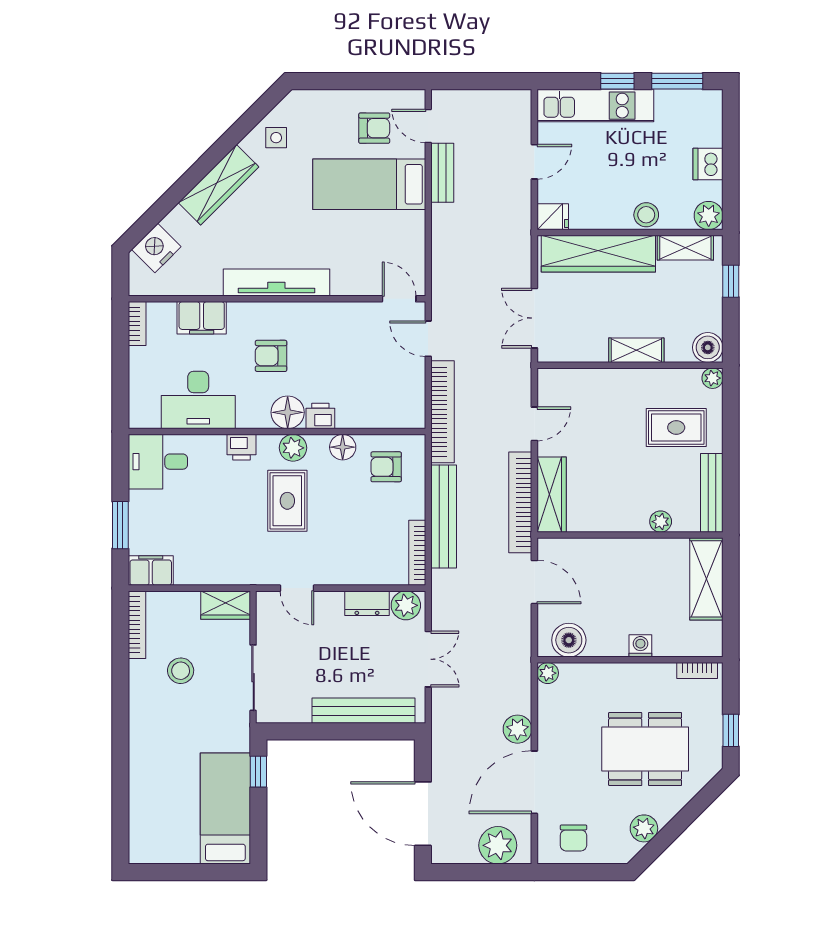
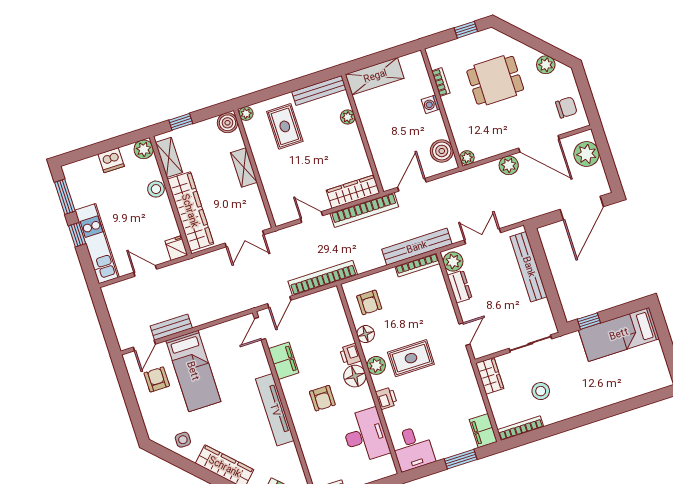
filing cabinet: (202, 318) -> (284, 361), moved
bench: (444, 516) -> (417, 247), moved
bookcase: (697, 671) -> (441, 82), moved
dining table: (645, 749) -> (495, 80), width x0.73

